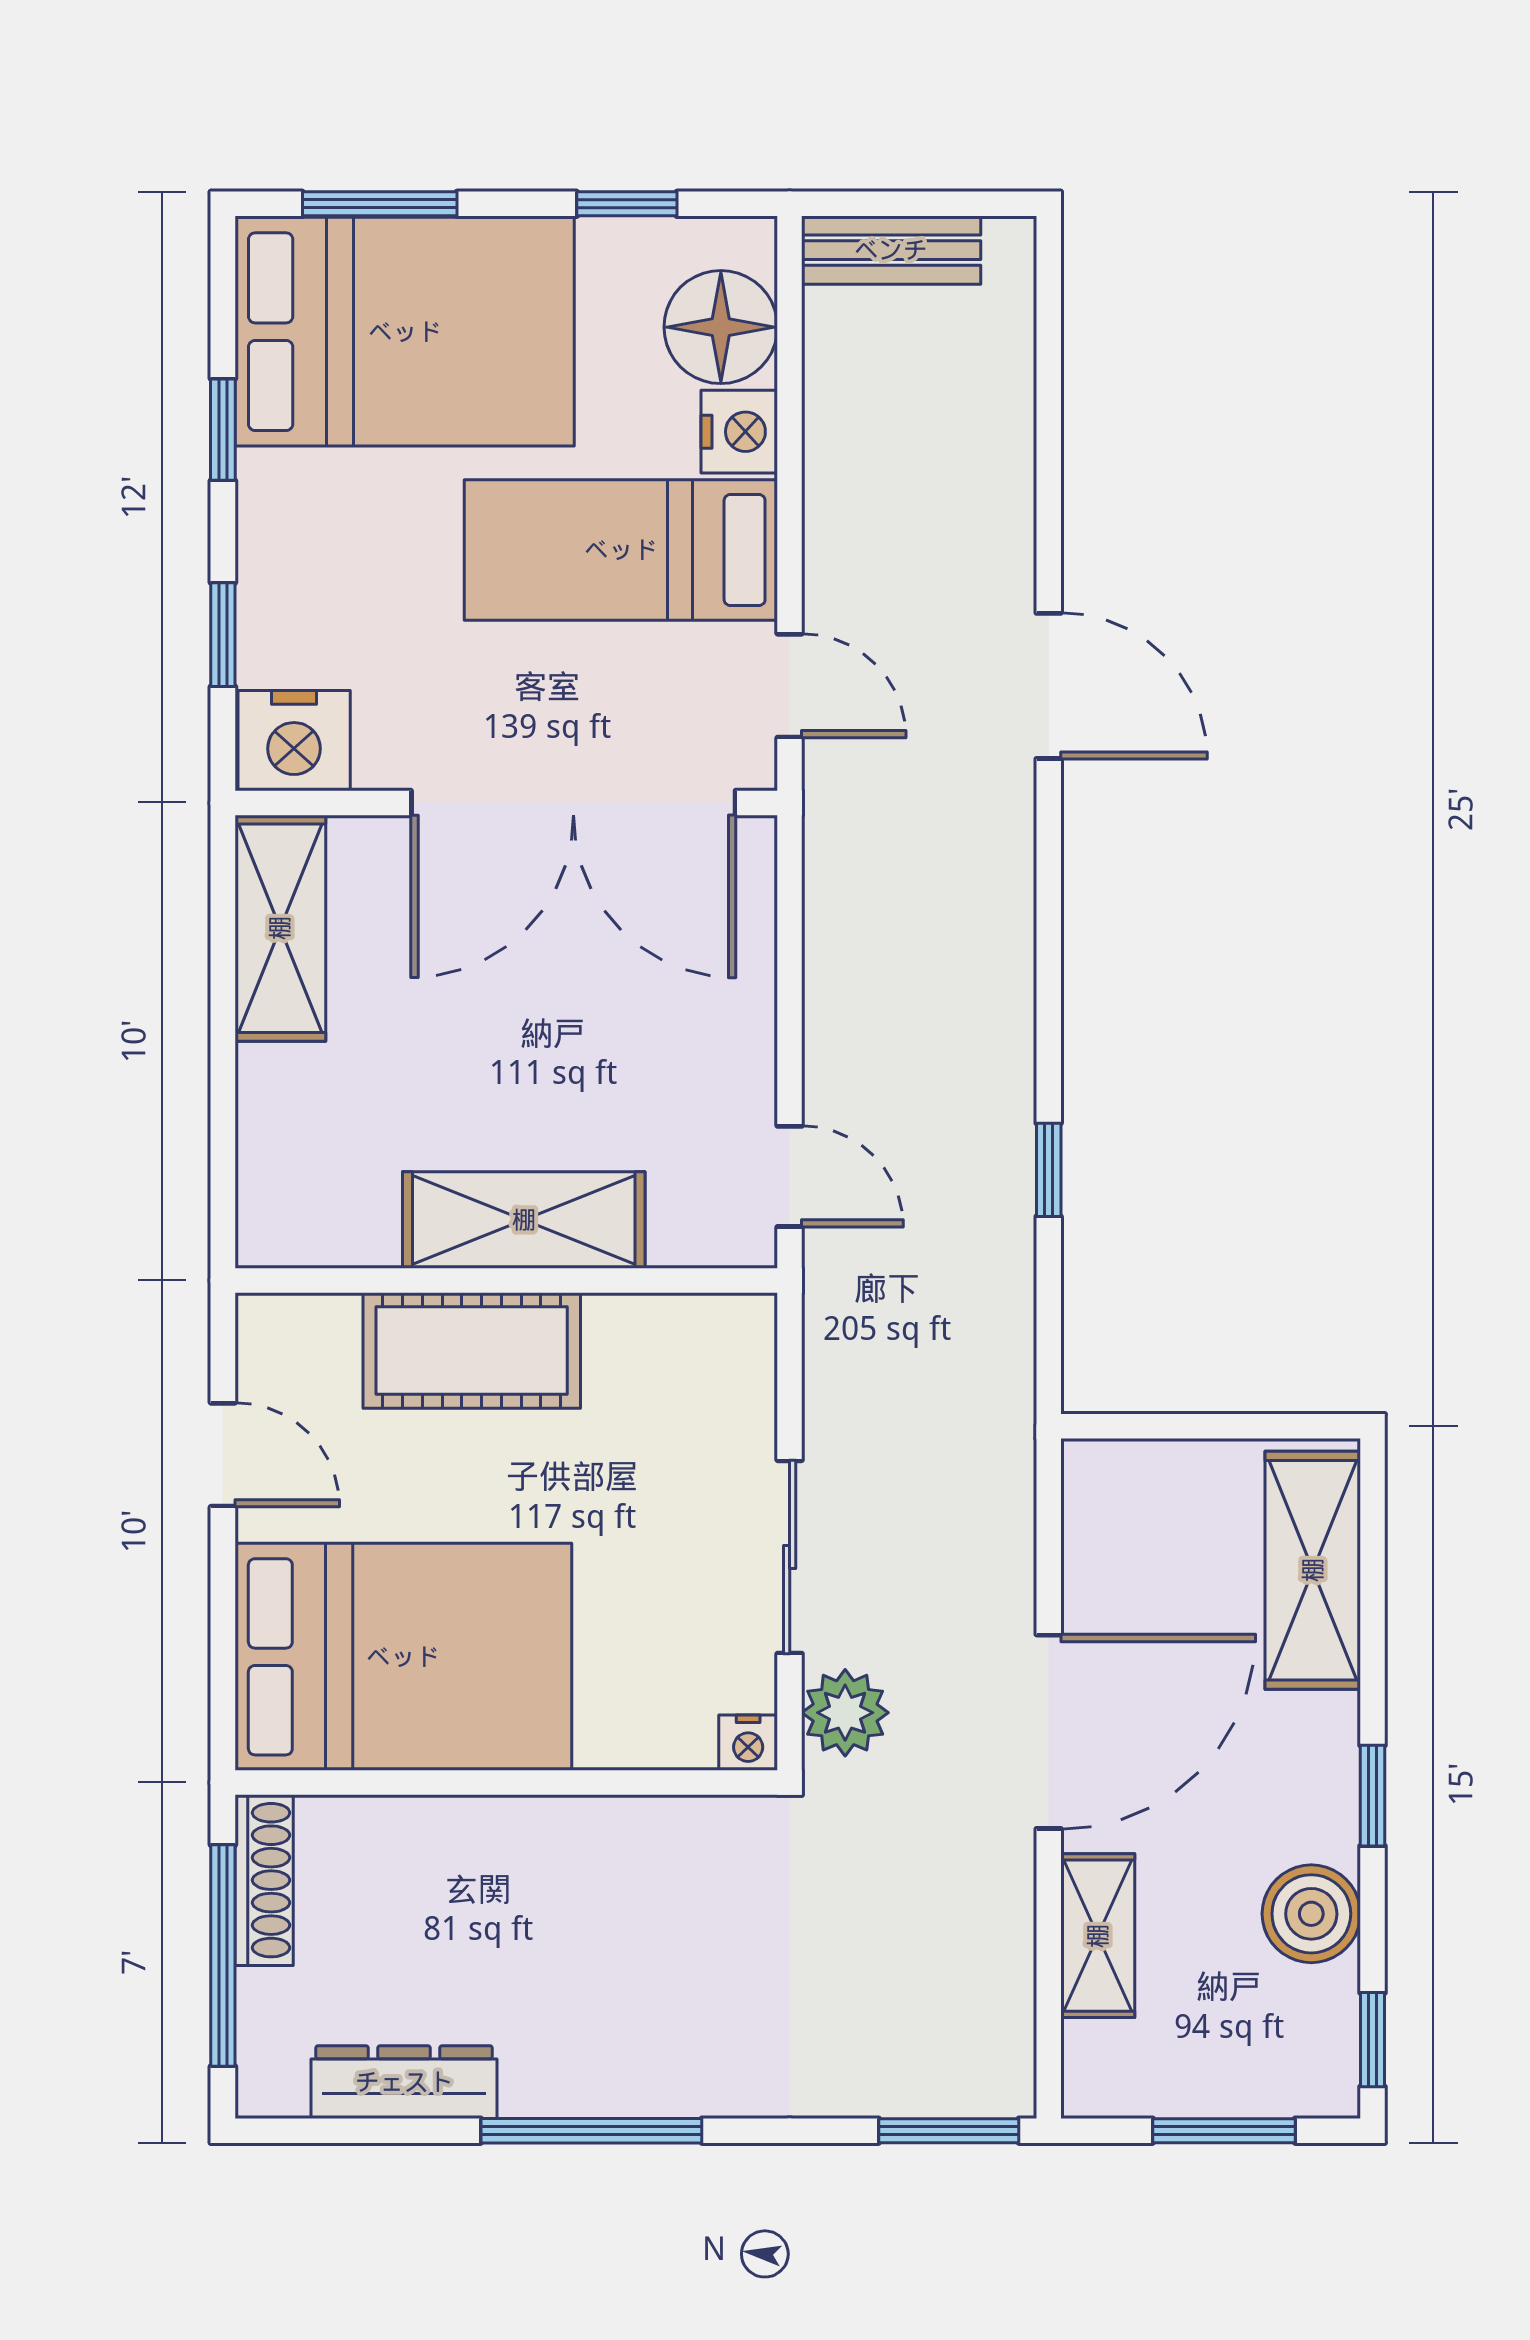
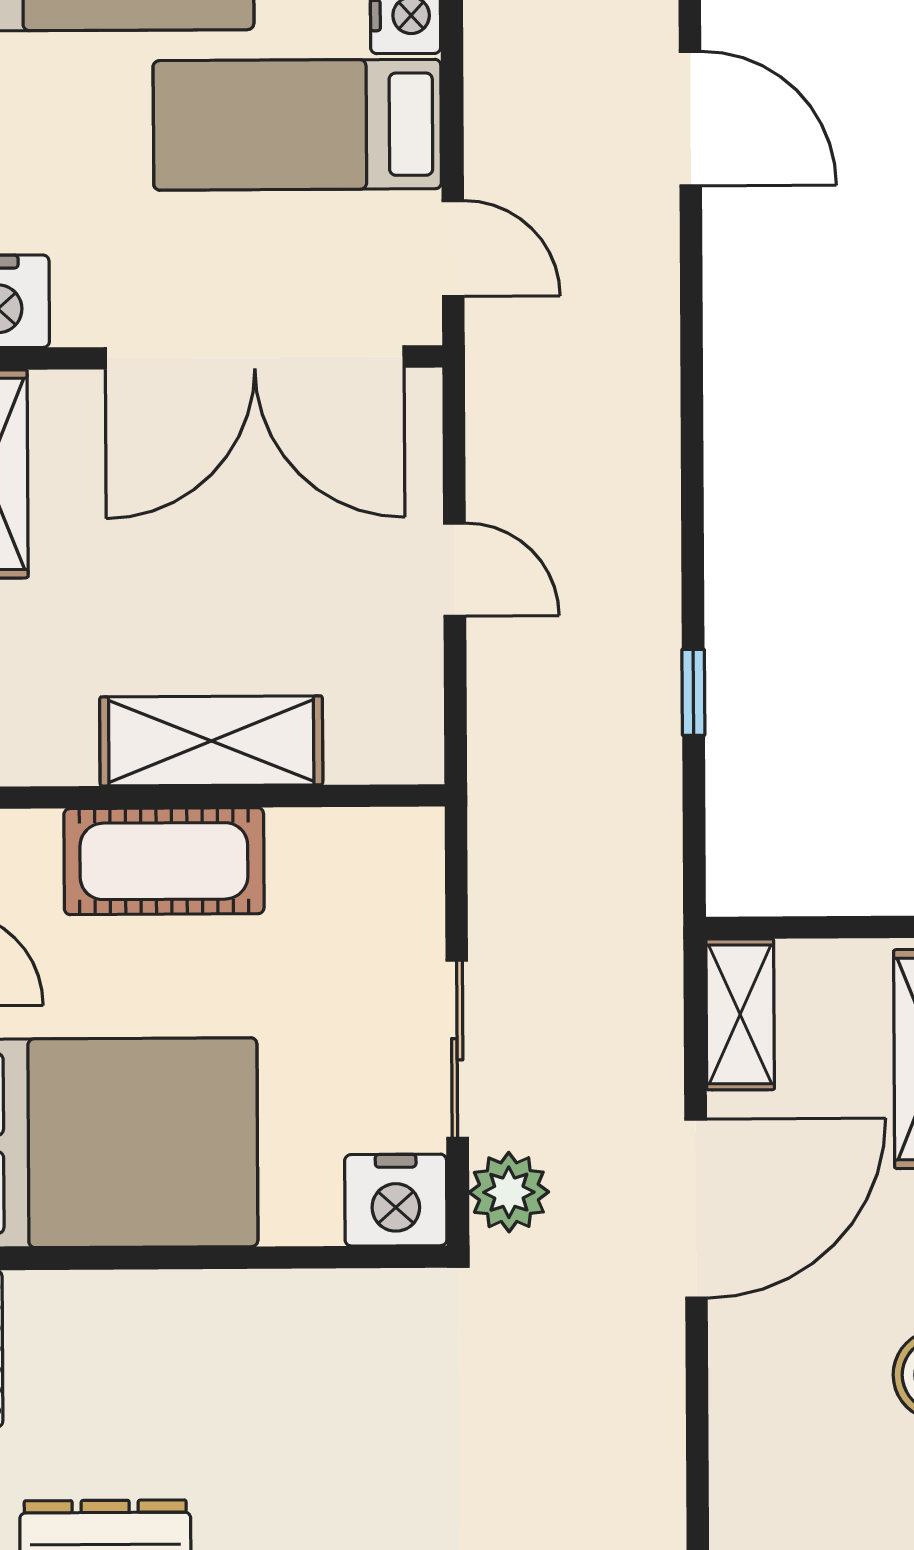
door: (1049, 686) -> (690, 119), moved
door: (790, 1176) -> (455, 570), moved
nightstand: (748, 1743) -> (396, 1200), width x1.89, depth x1.79
shelving: (1098, 1936) -> (740, 1014), moved

